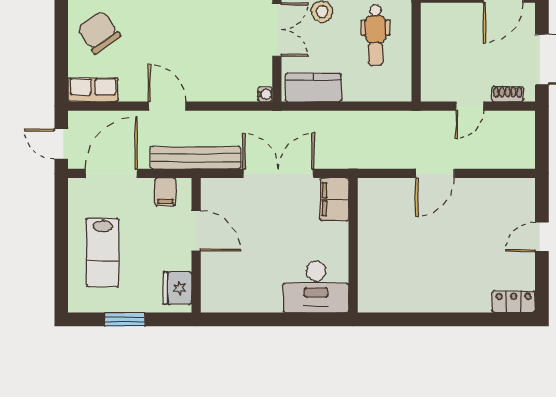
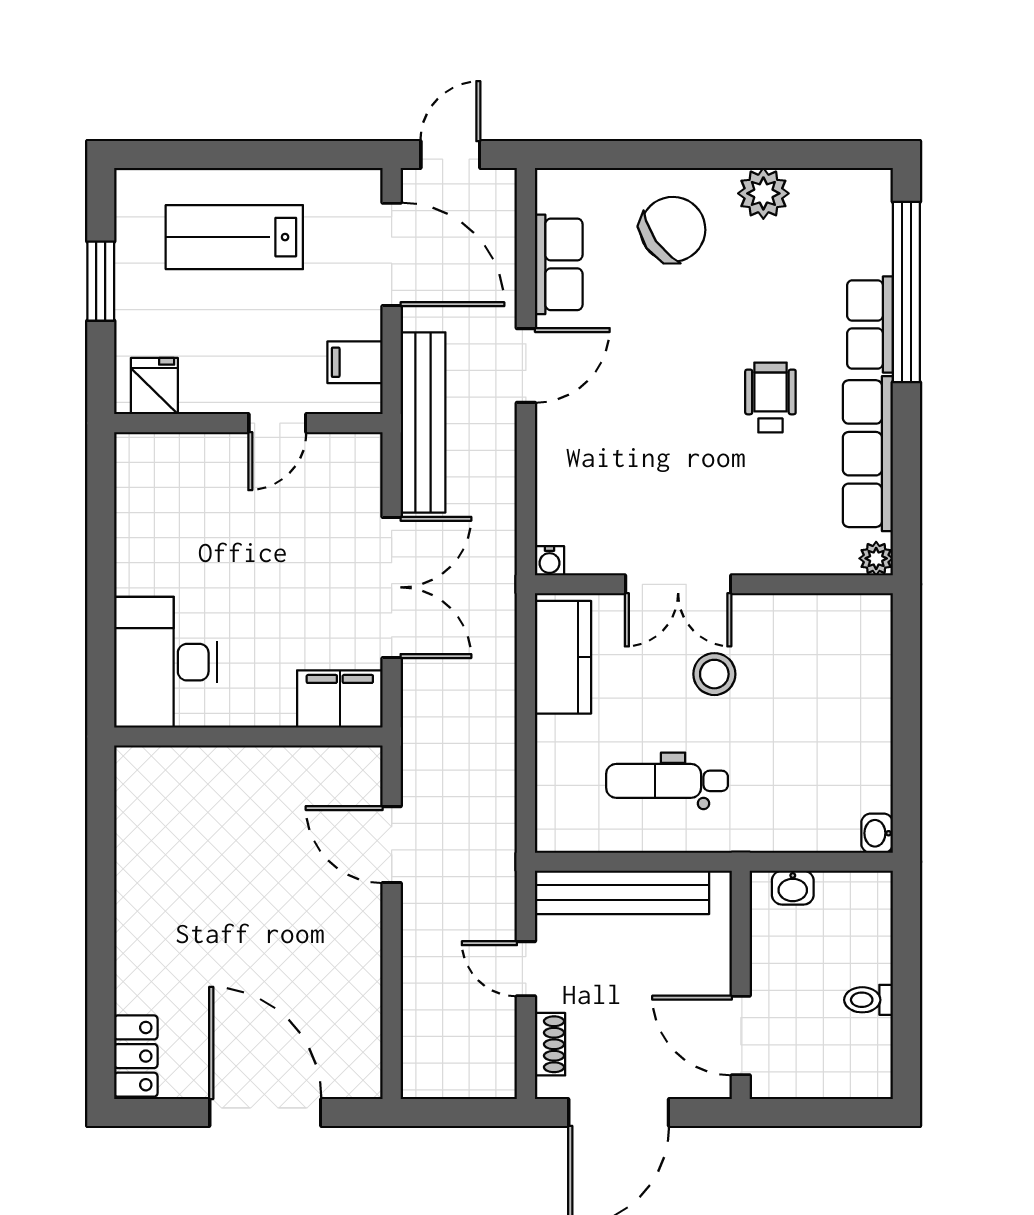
bench: (432, 58) -> (622, 892), added
row of seats: (93, 90) -> (559, 264), moved
door: (435, 173) -> (392, 845), moved
door: (196, 231) -> (277, 423), width x0.73
door: (542, 237) -> (265, 1112), width x1.88
fridge: (177, 288) -> (154, 386), width x0.72

